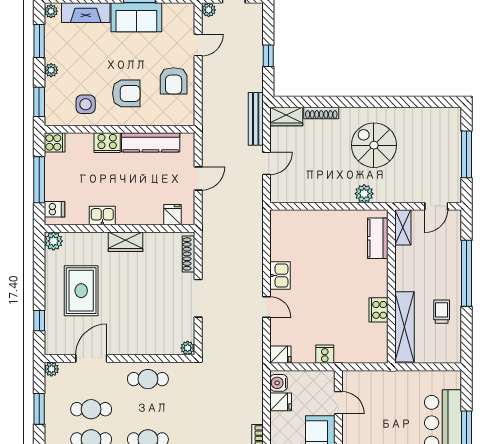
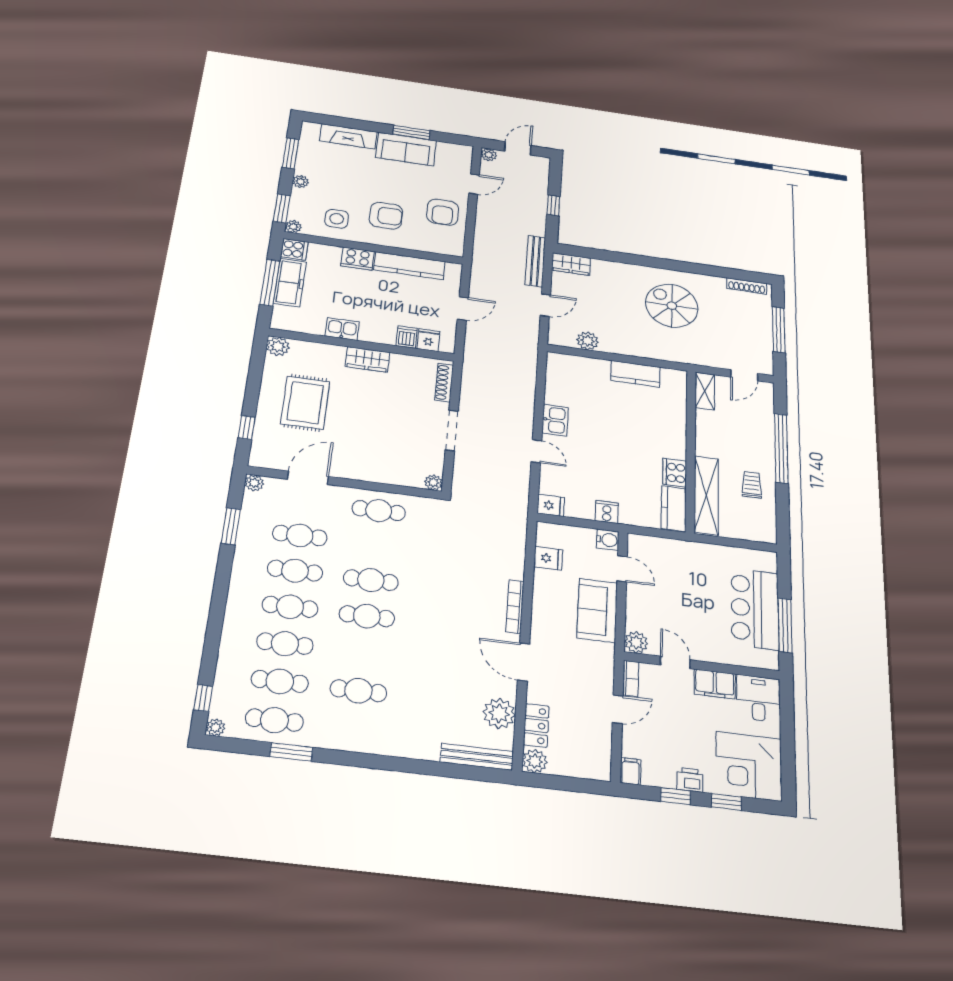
plant: (51, 11) -> (293, 227), moved
shoe rack: (321, 113) -> (747, 286), moved
freezer: (55, 177) -> (290, 283), added
plant: (364, 194) -> (588, 341), moved
dishwasher: (54, 209) -> (407, 337), moved, turned -90
kitchen counter: (378, 238) -> (635, 374), moved, turned -90
kitchen counter: (378, 343) -> (674, 509), added
water cooler: (279, 383) -> (608, 540), moved, turned 180

